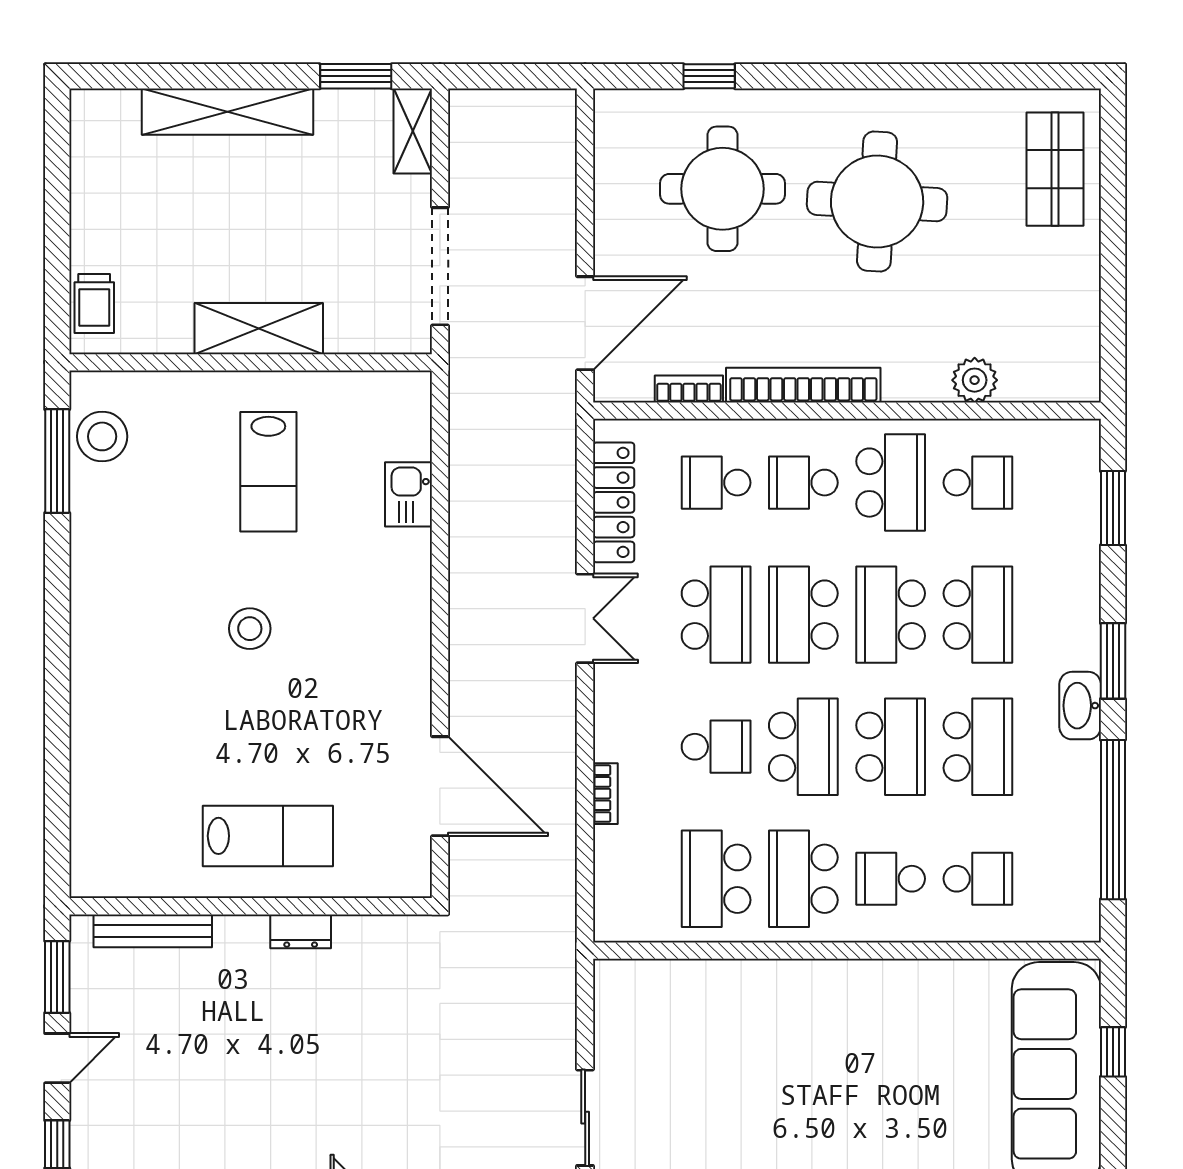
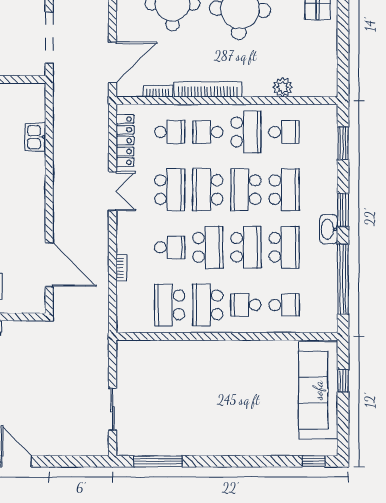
school desk: (716, 483) -> (170, 132), turned 180

